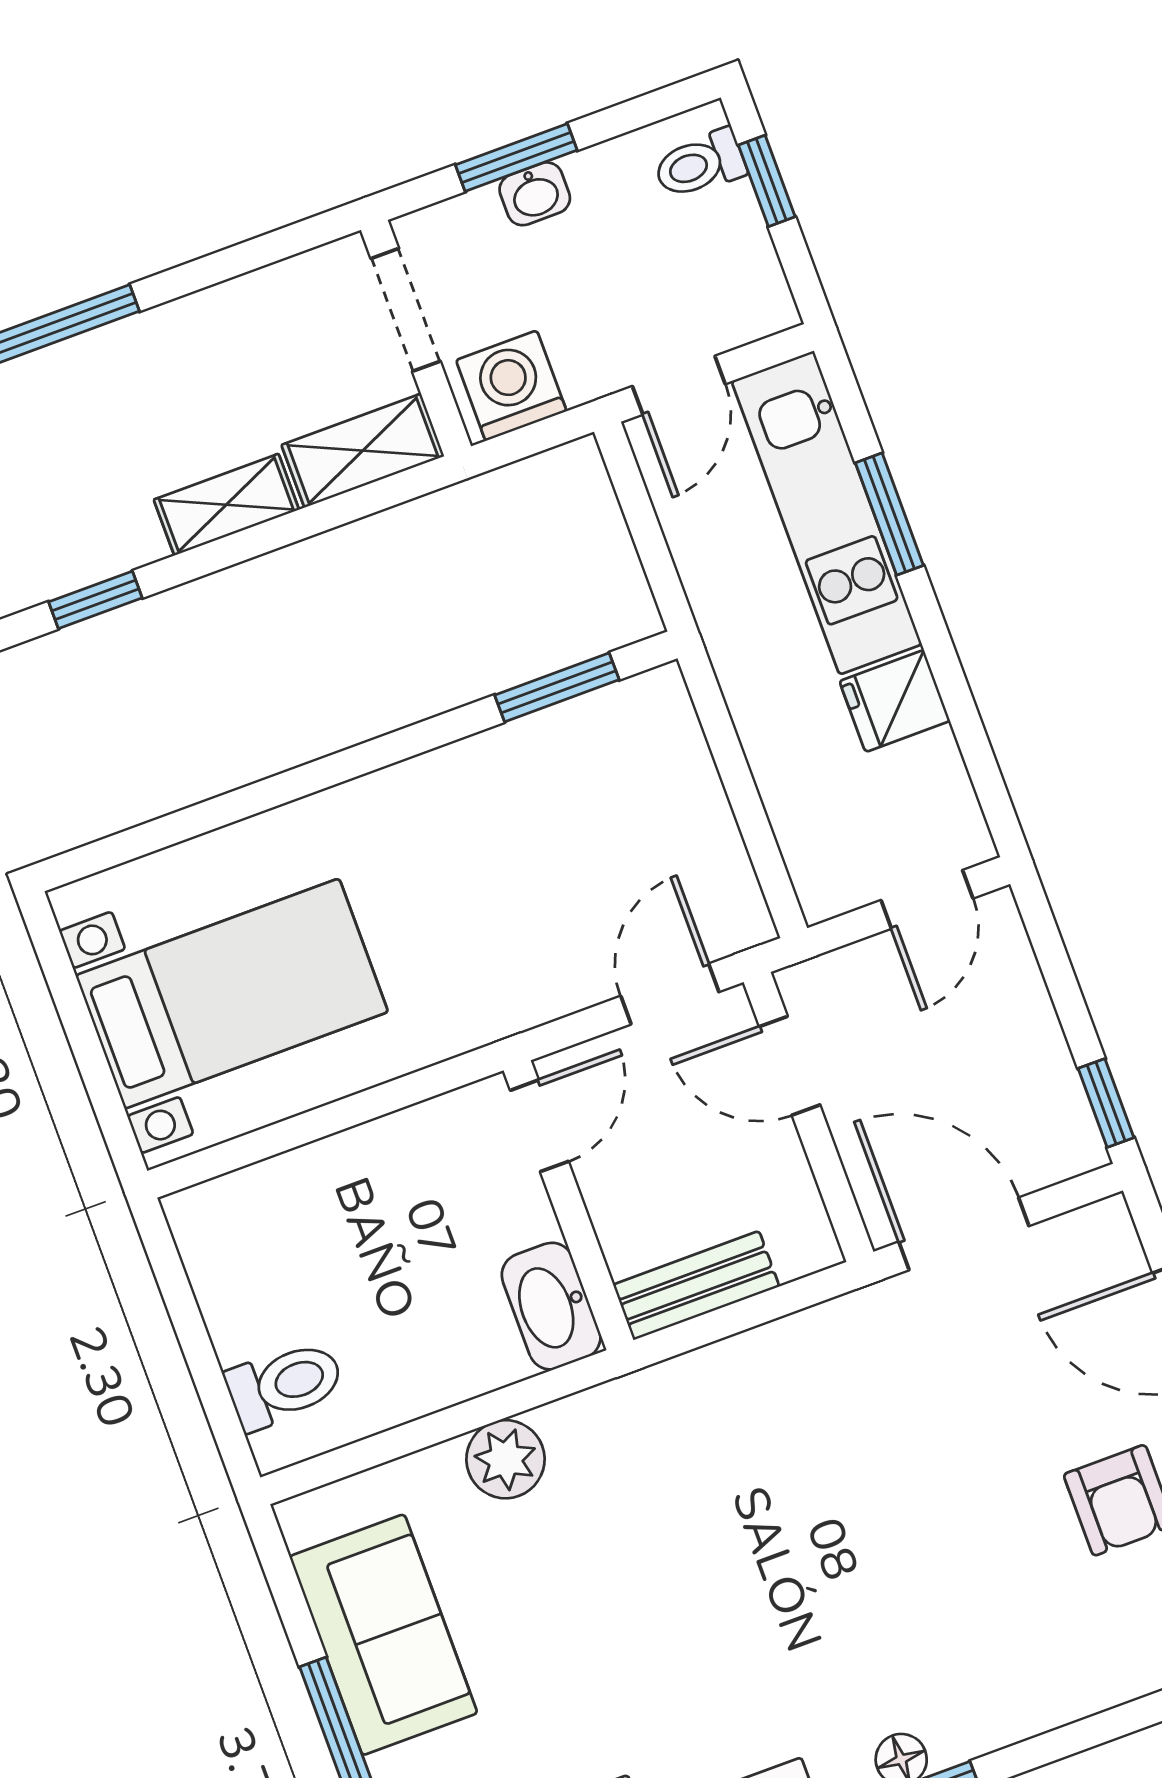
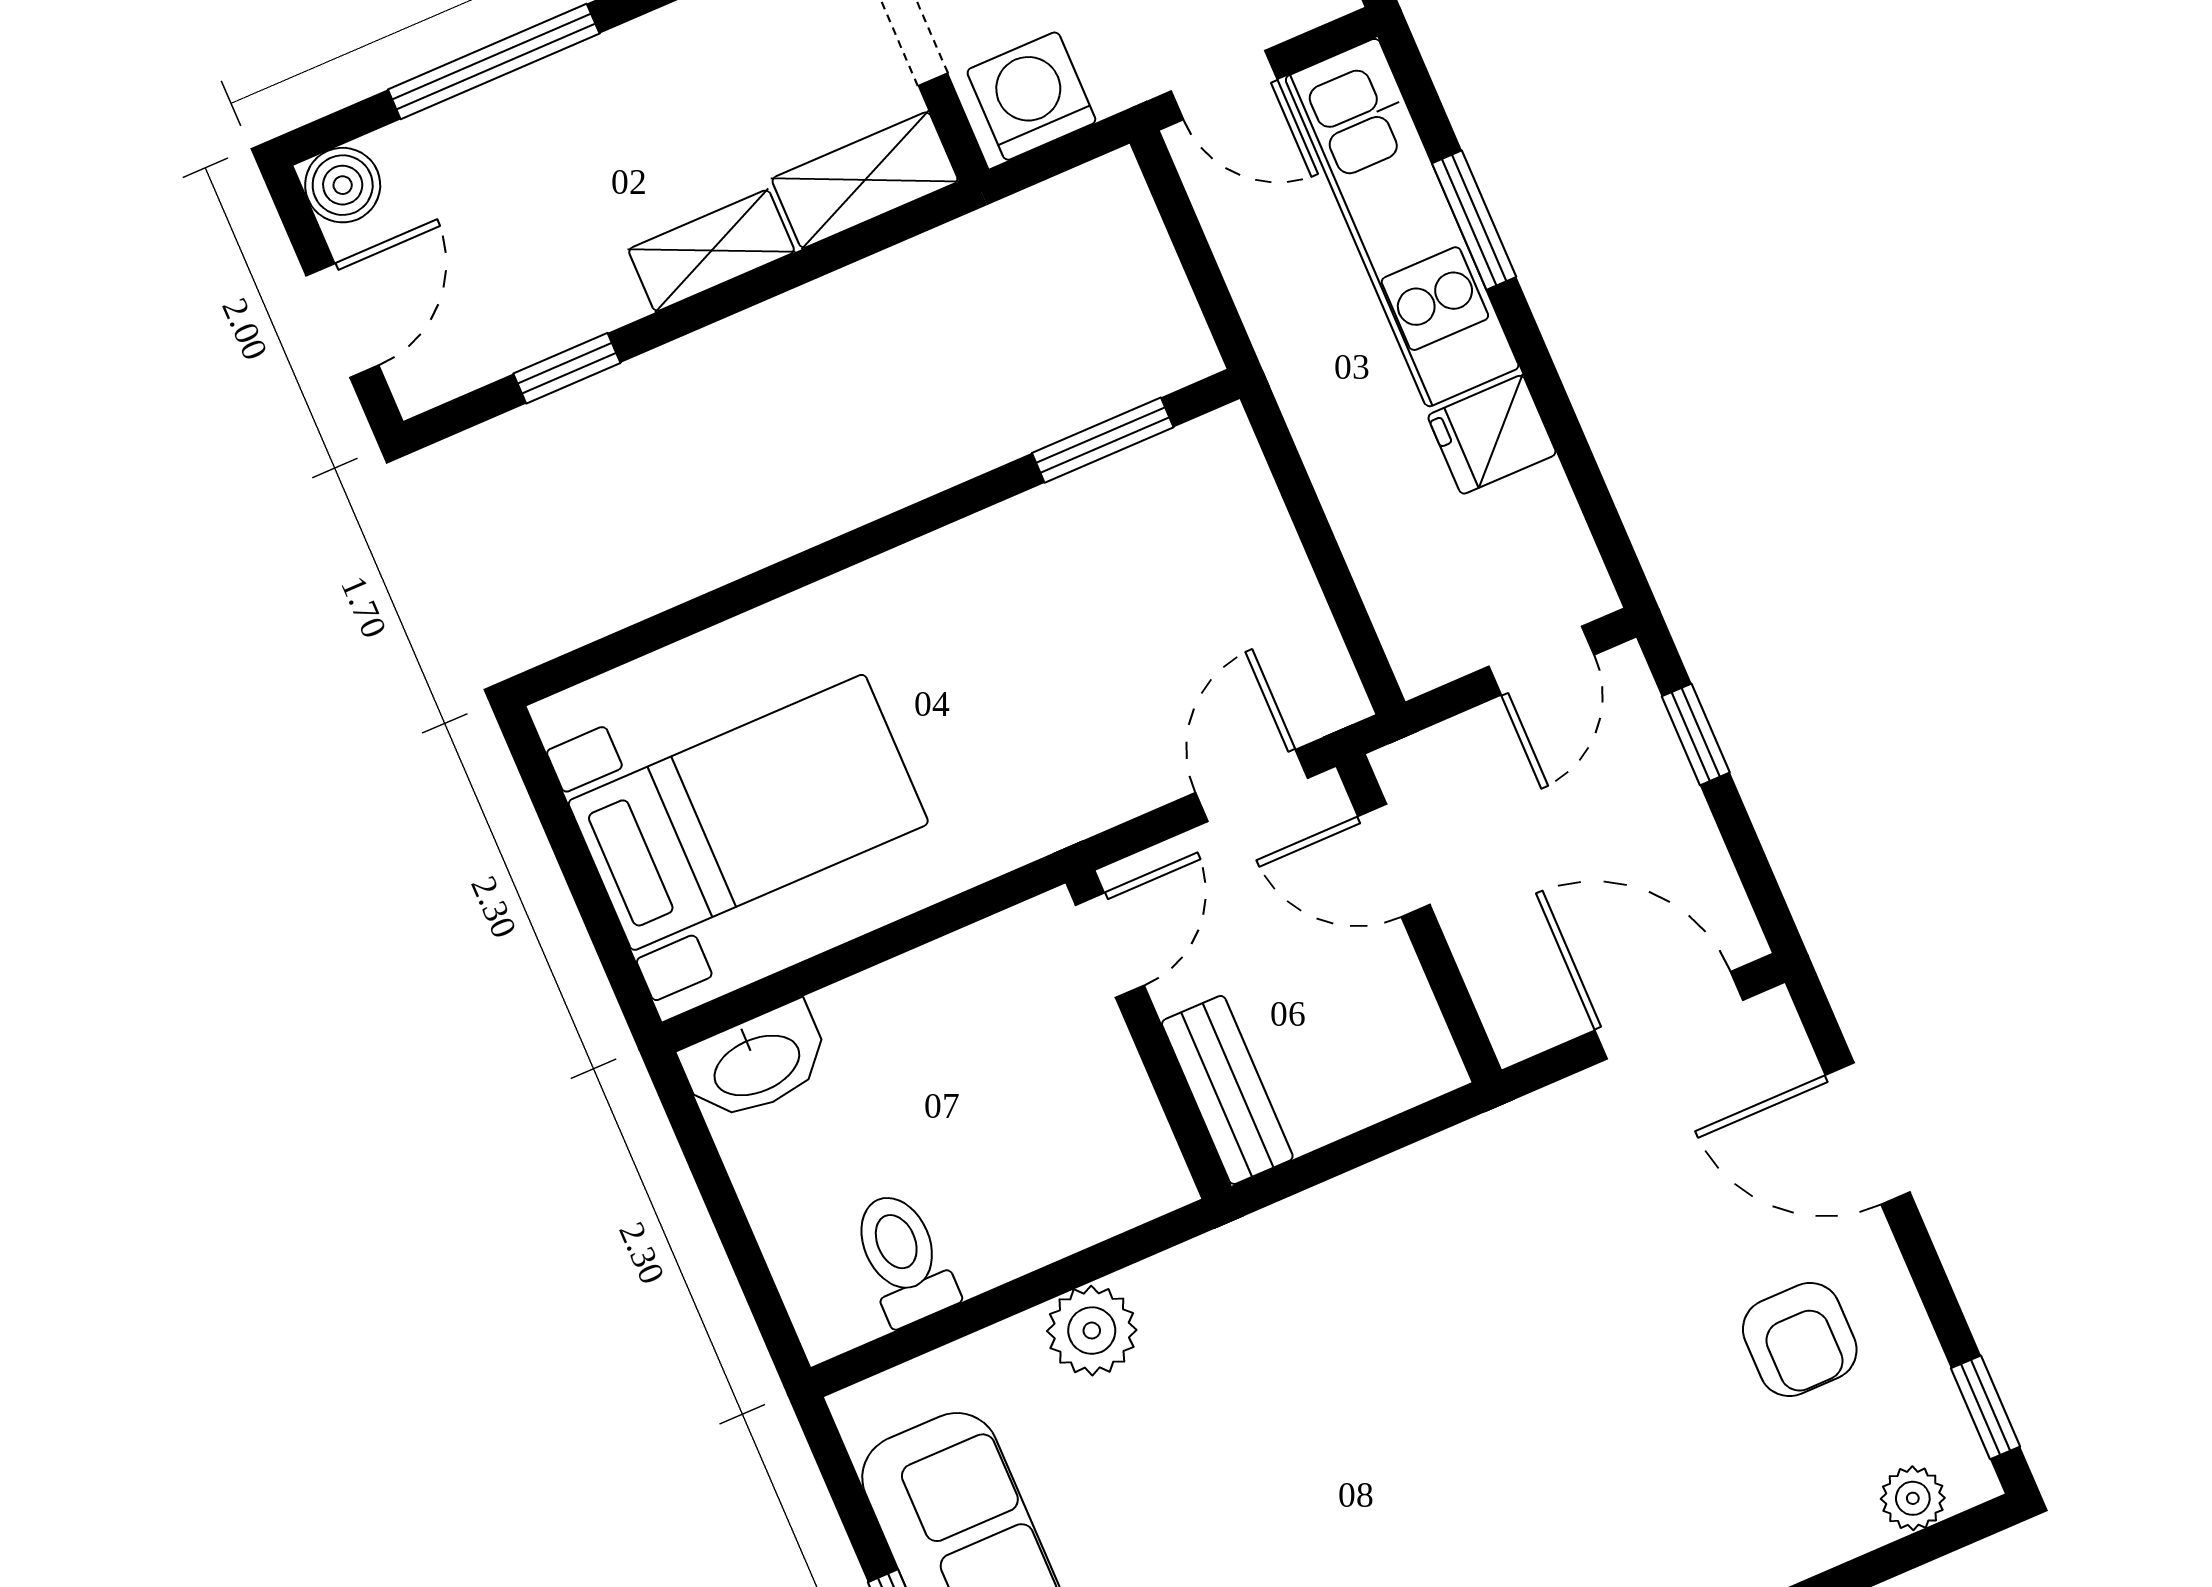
door: (679, 385) -> (1224, 85), hinge flipped
window: (1106, 1103) -> (1696, 734), moved
door: (964, 1234) -> (1669, 1015), moved
bench: (696, 1285) -> (1227, 1090), moved, turned 90
washbasin: (551, 1306) -> (756, 1063), moved, turned -90
toilet: (285, 1385) -> (903, 1258), moved, turned -90

